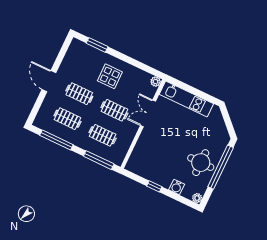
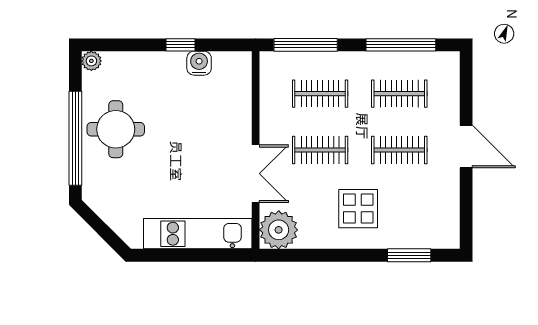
plant: (156, 82) -> (279, 230), width x1.88, depth x1.88
water cooler: (177, 187) -> (199, 63), moved

